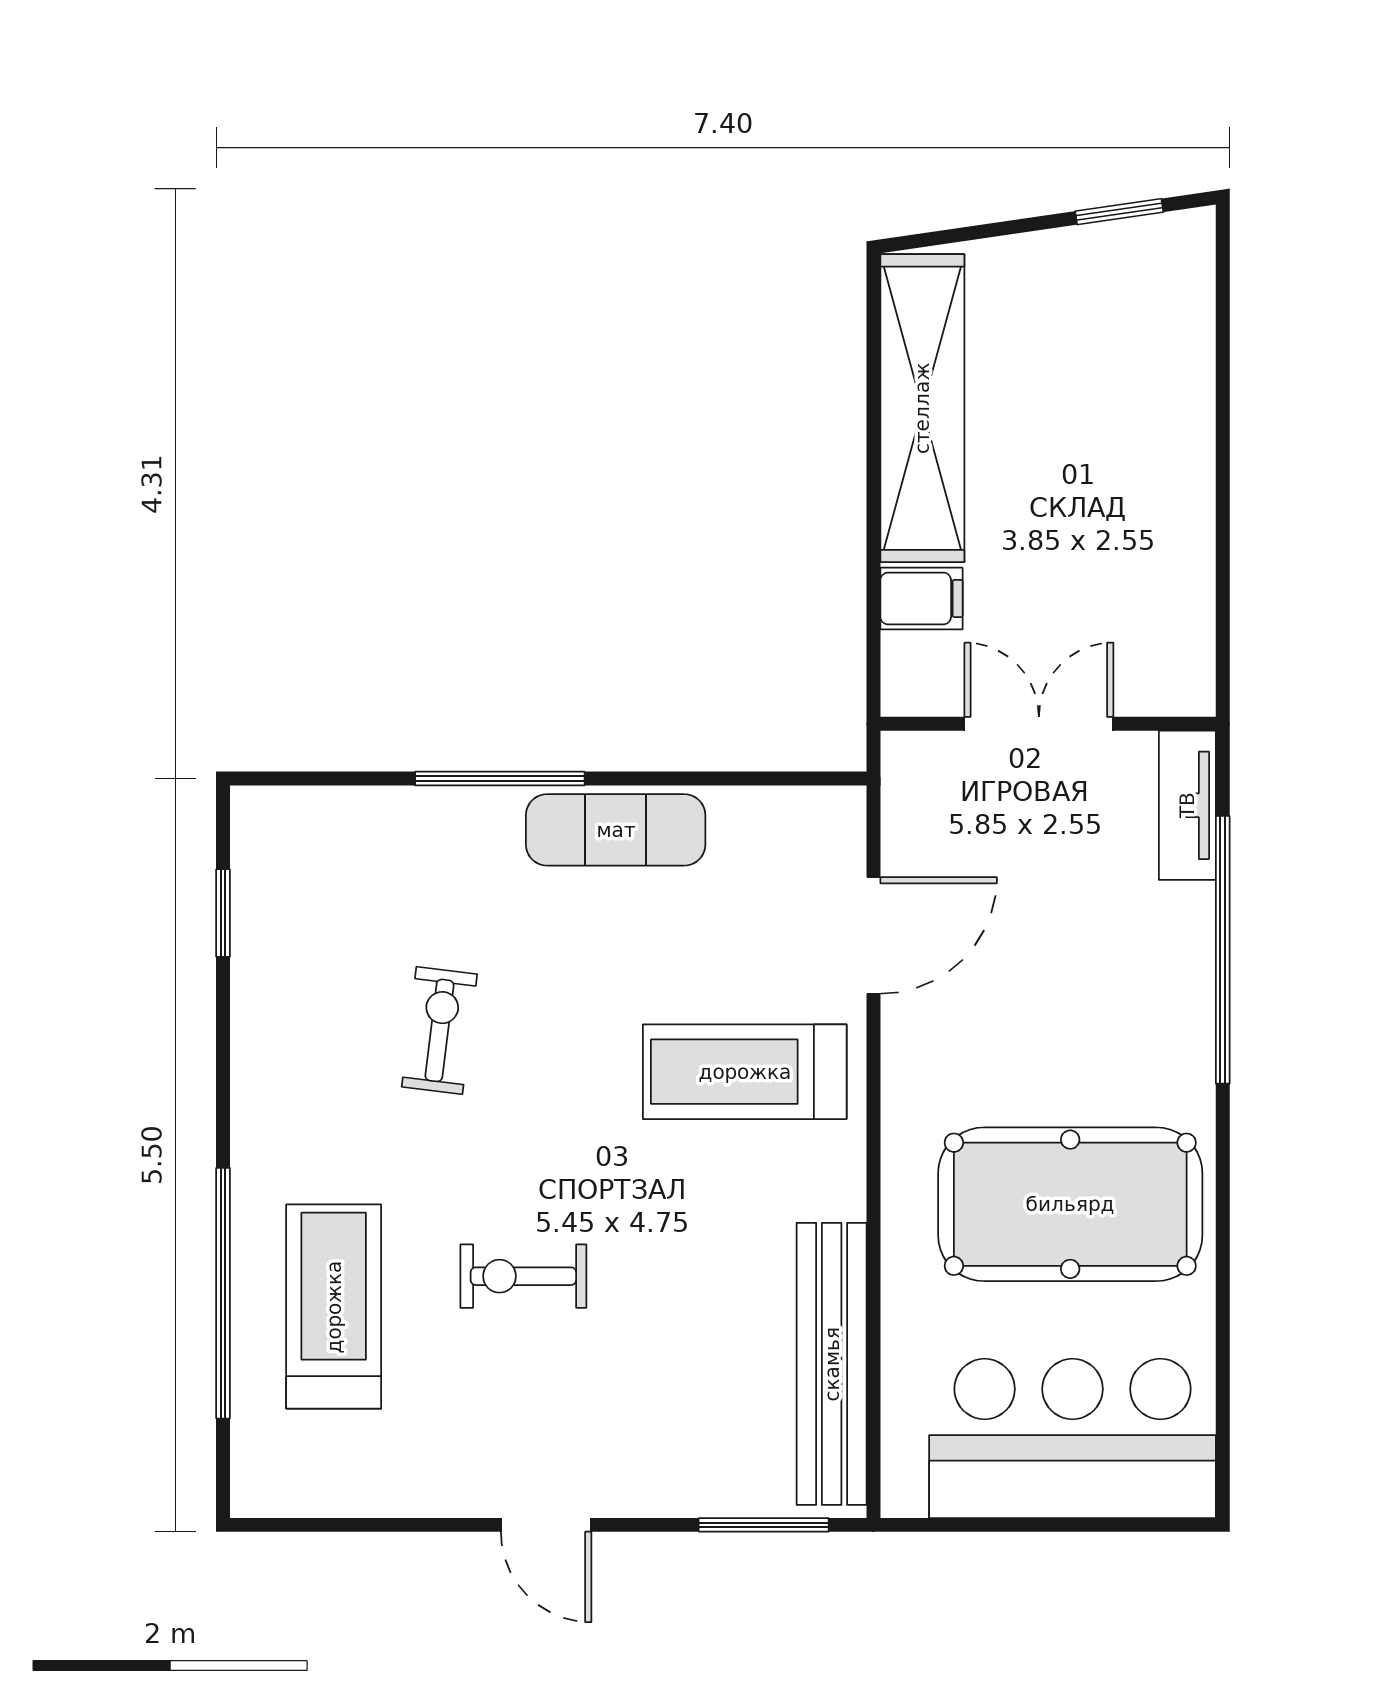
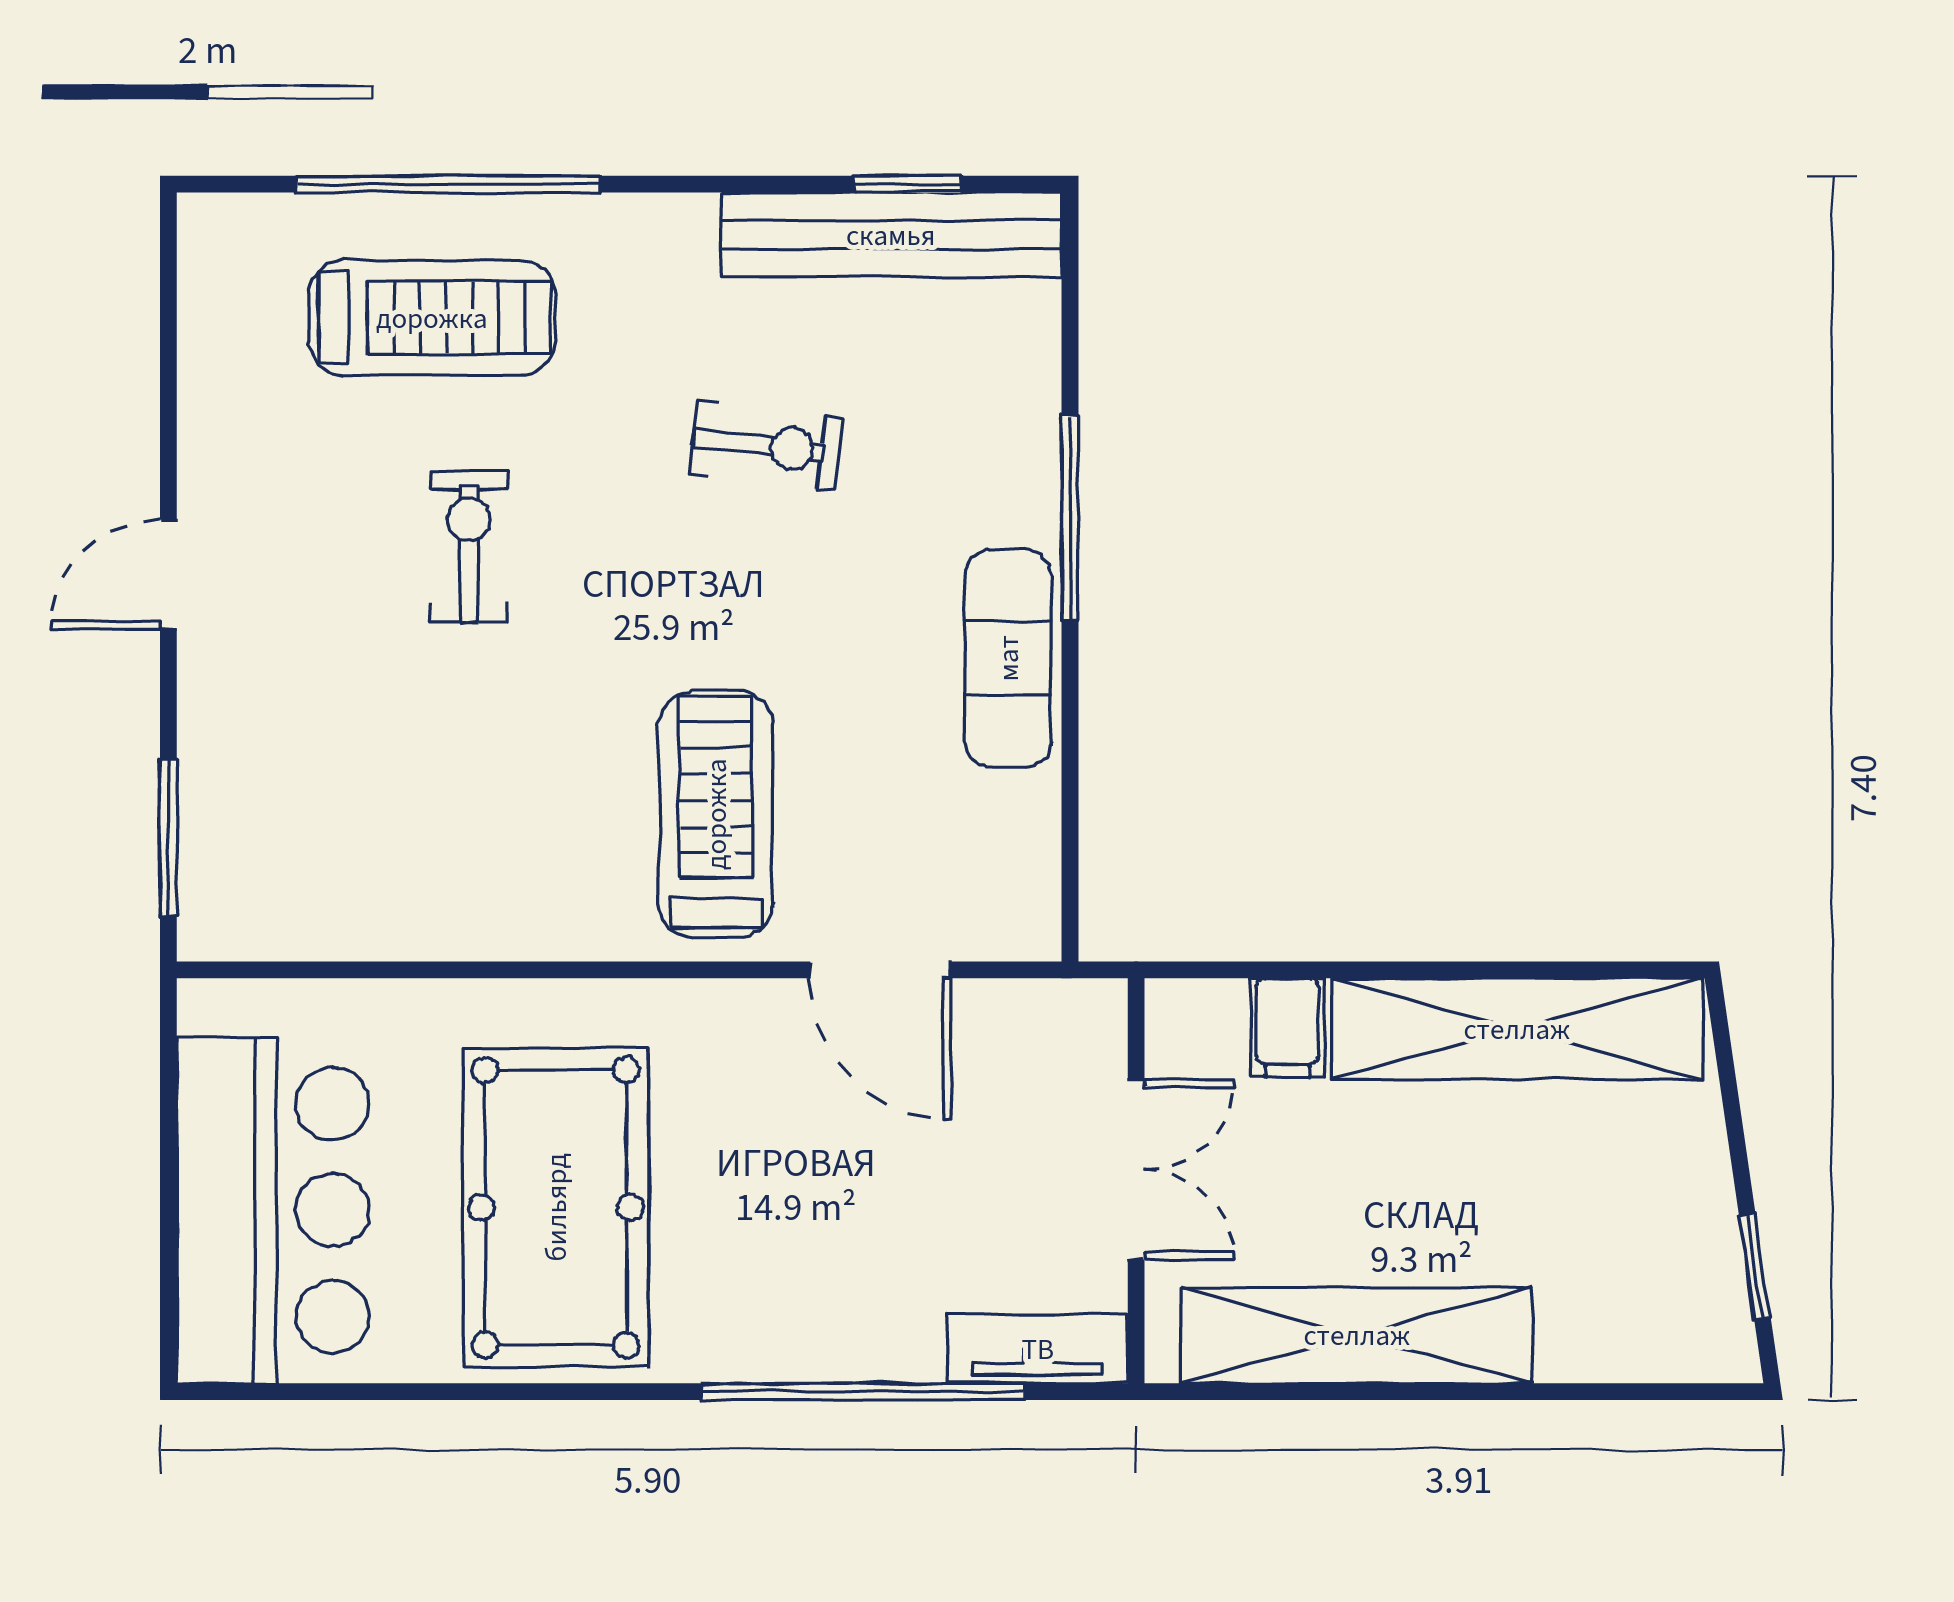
shelving: (1176, 541) -> (1357, 1335), added
bench: (832, 1364) -> (891, 235), moved

